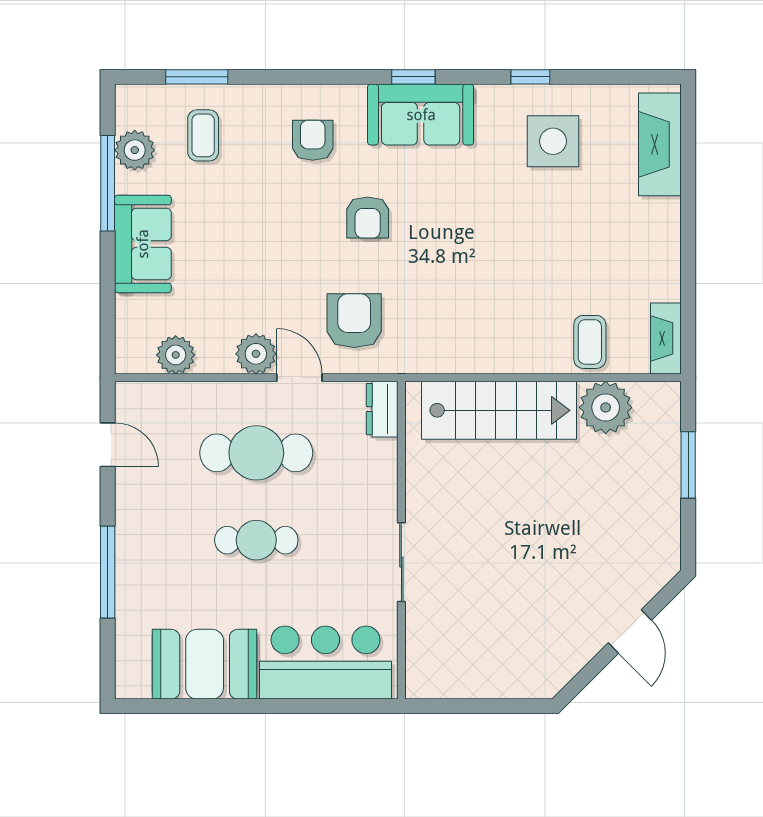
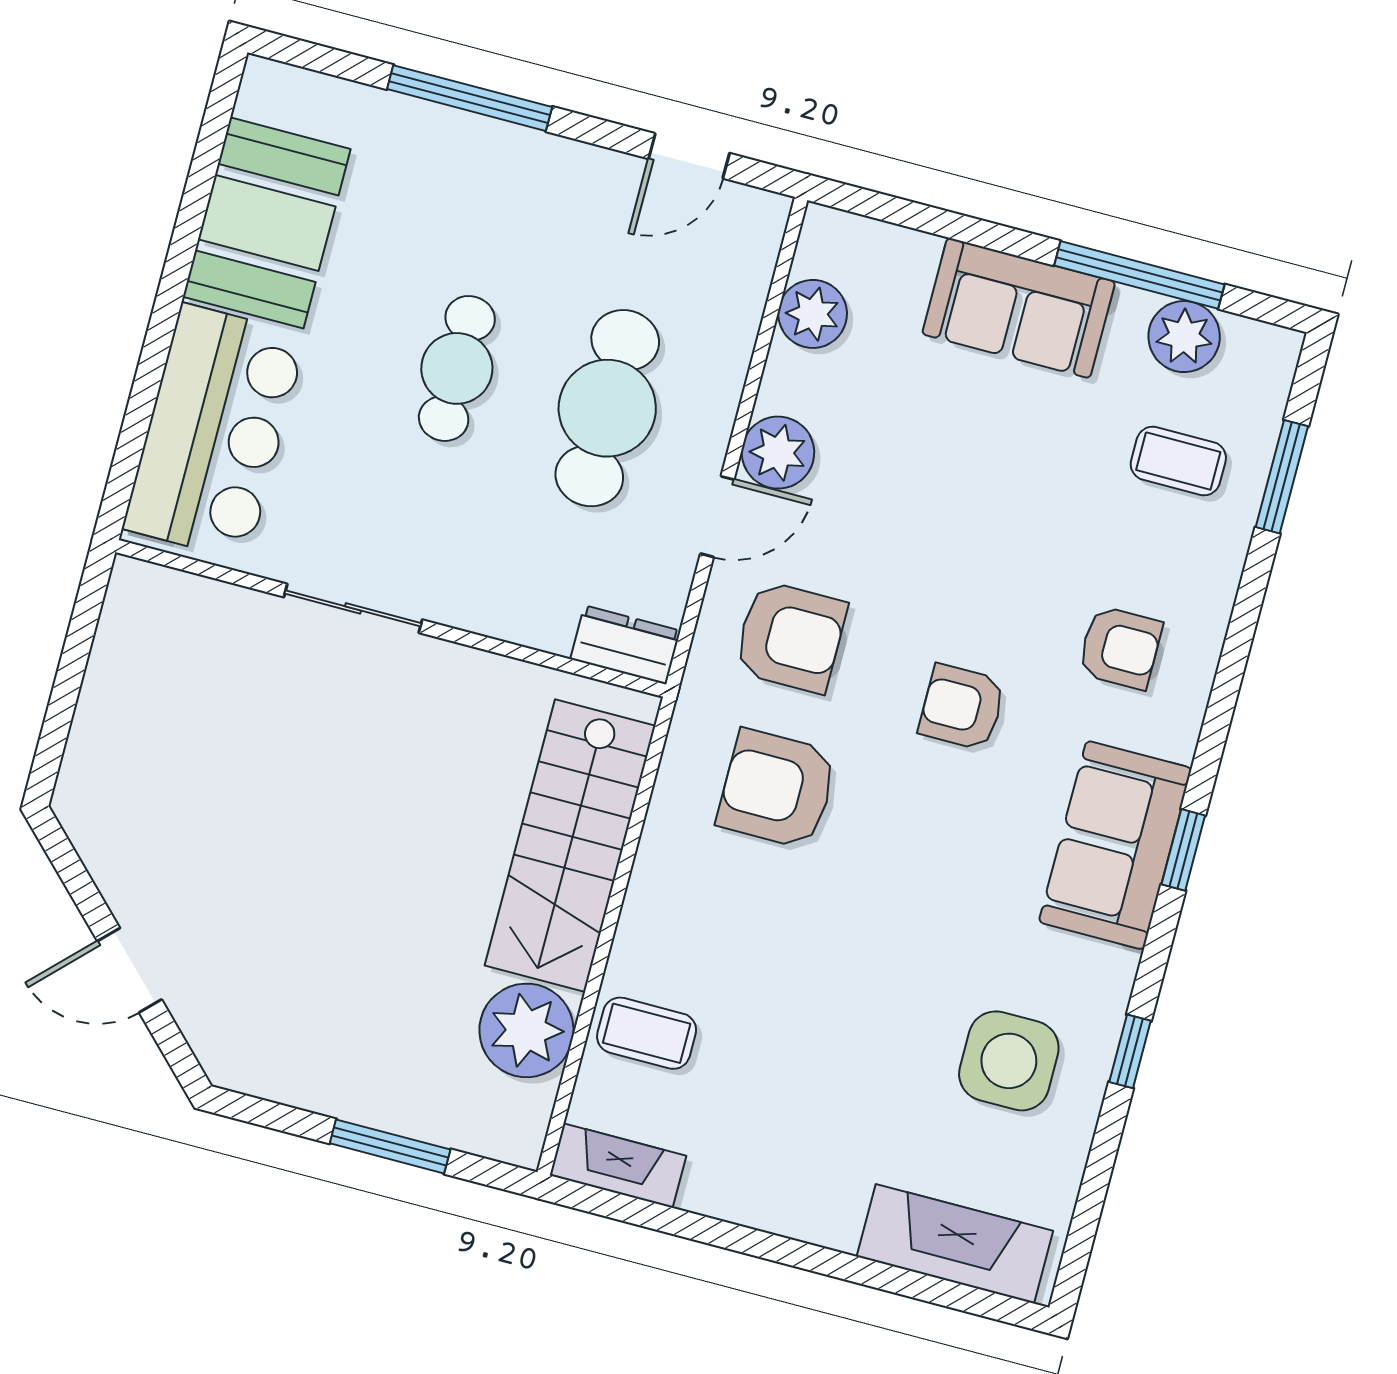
armchair: (439, 306) -> (777, 789), added

